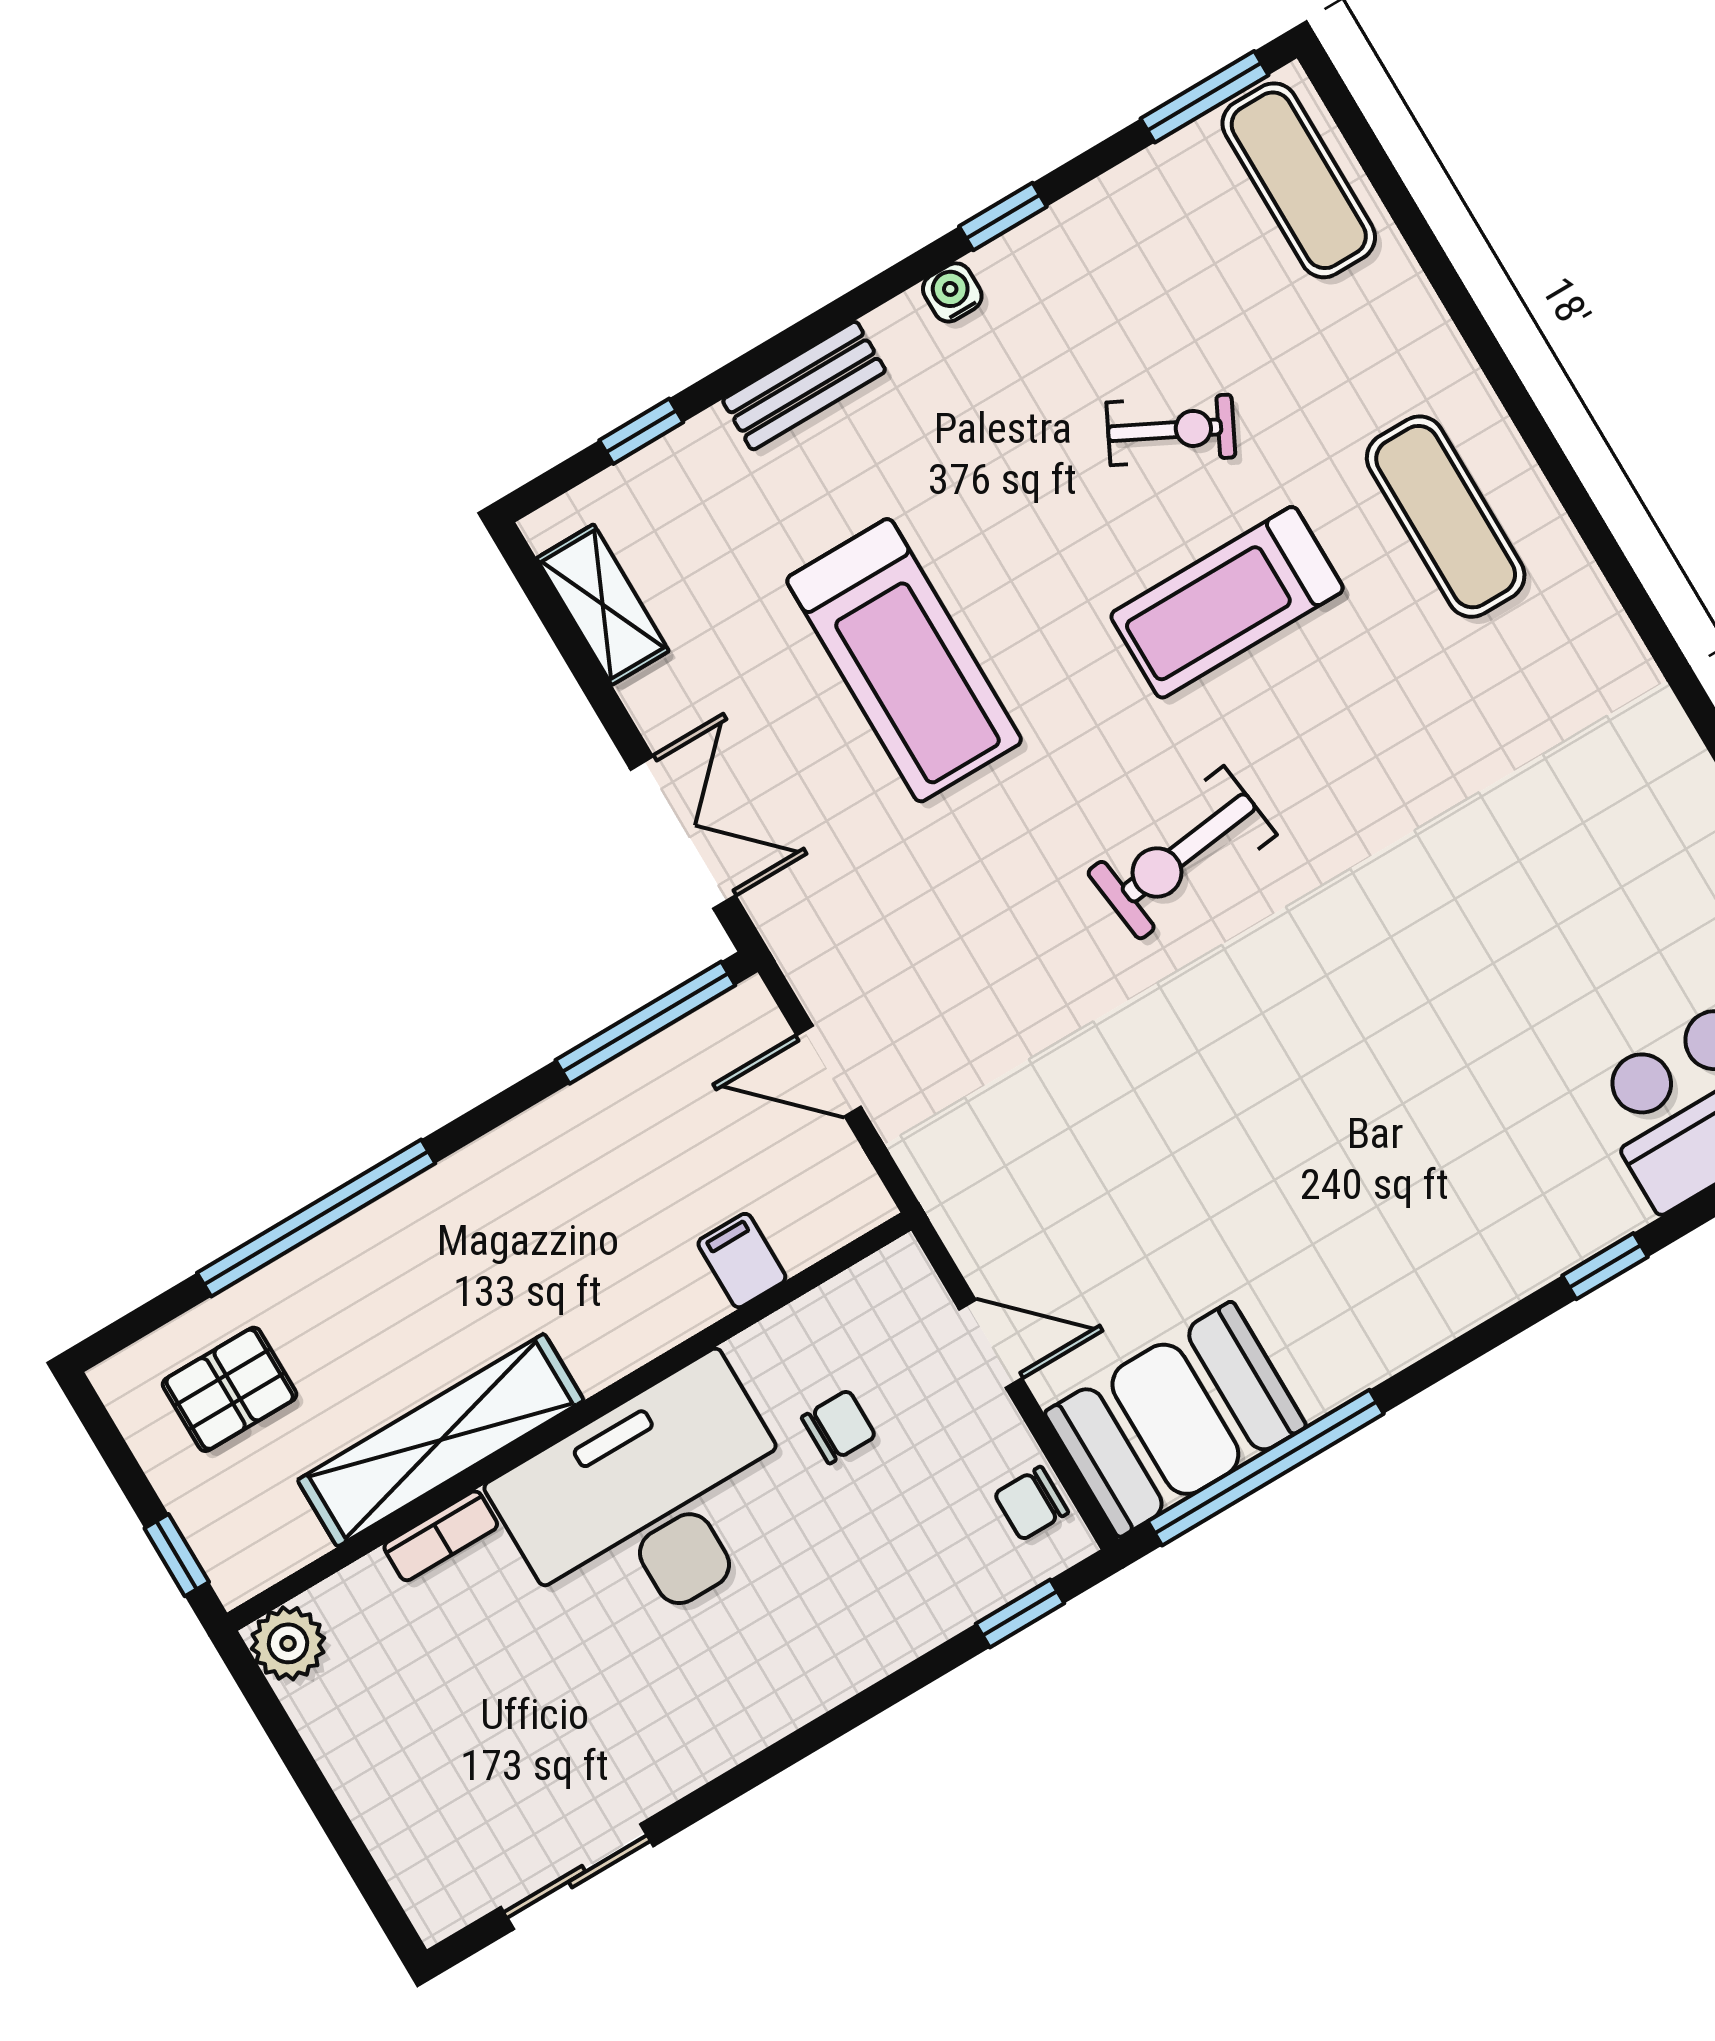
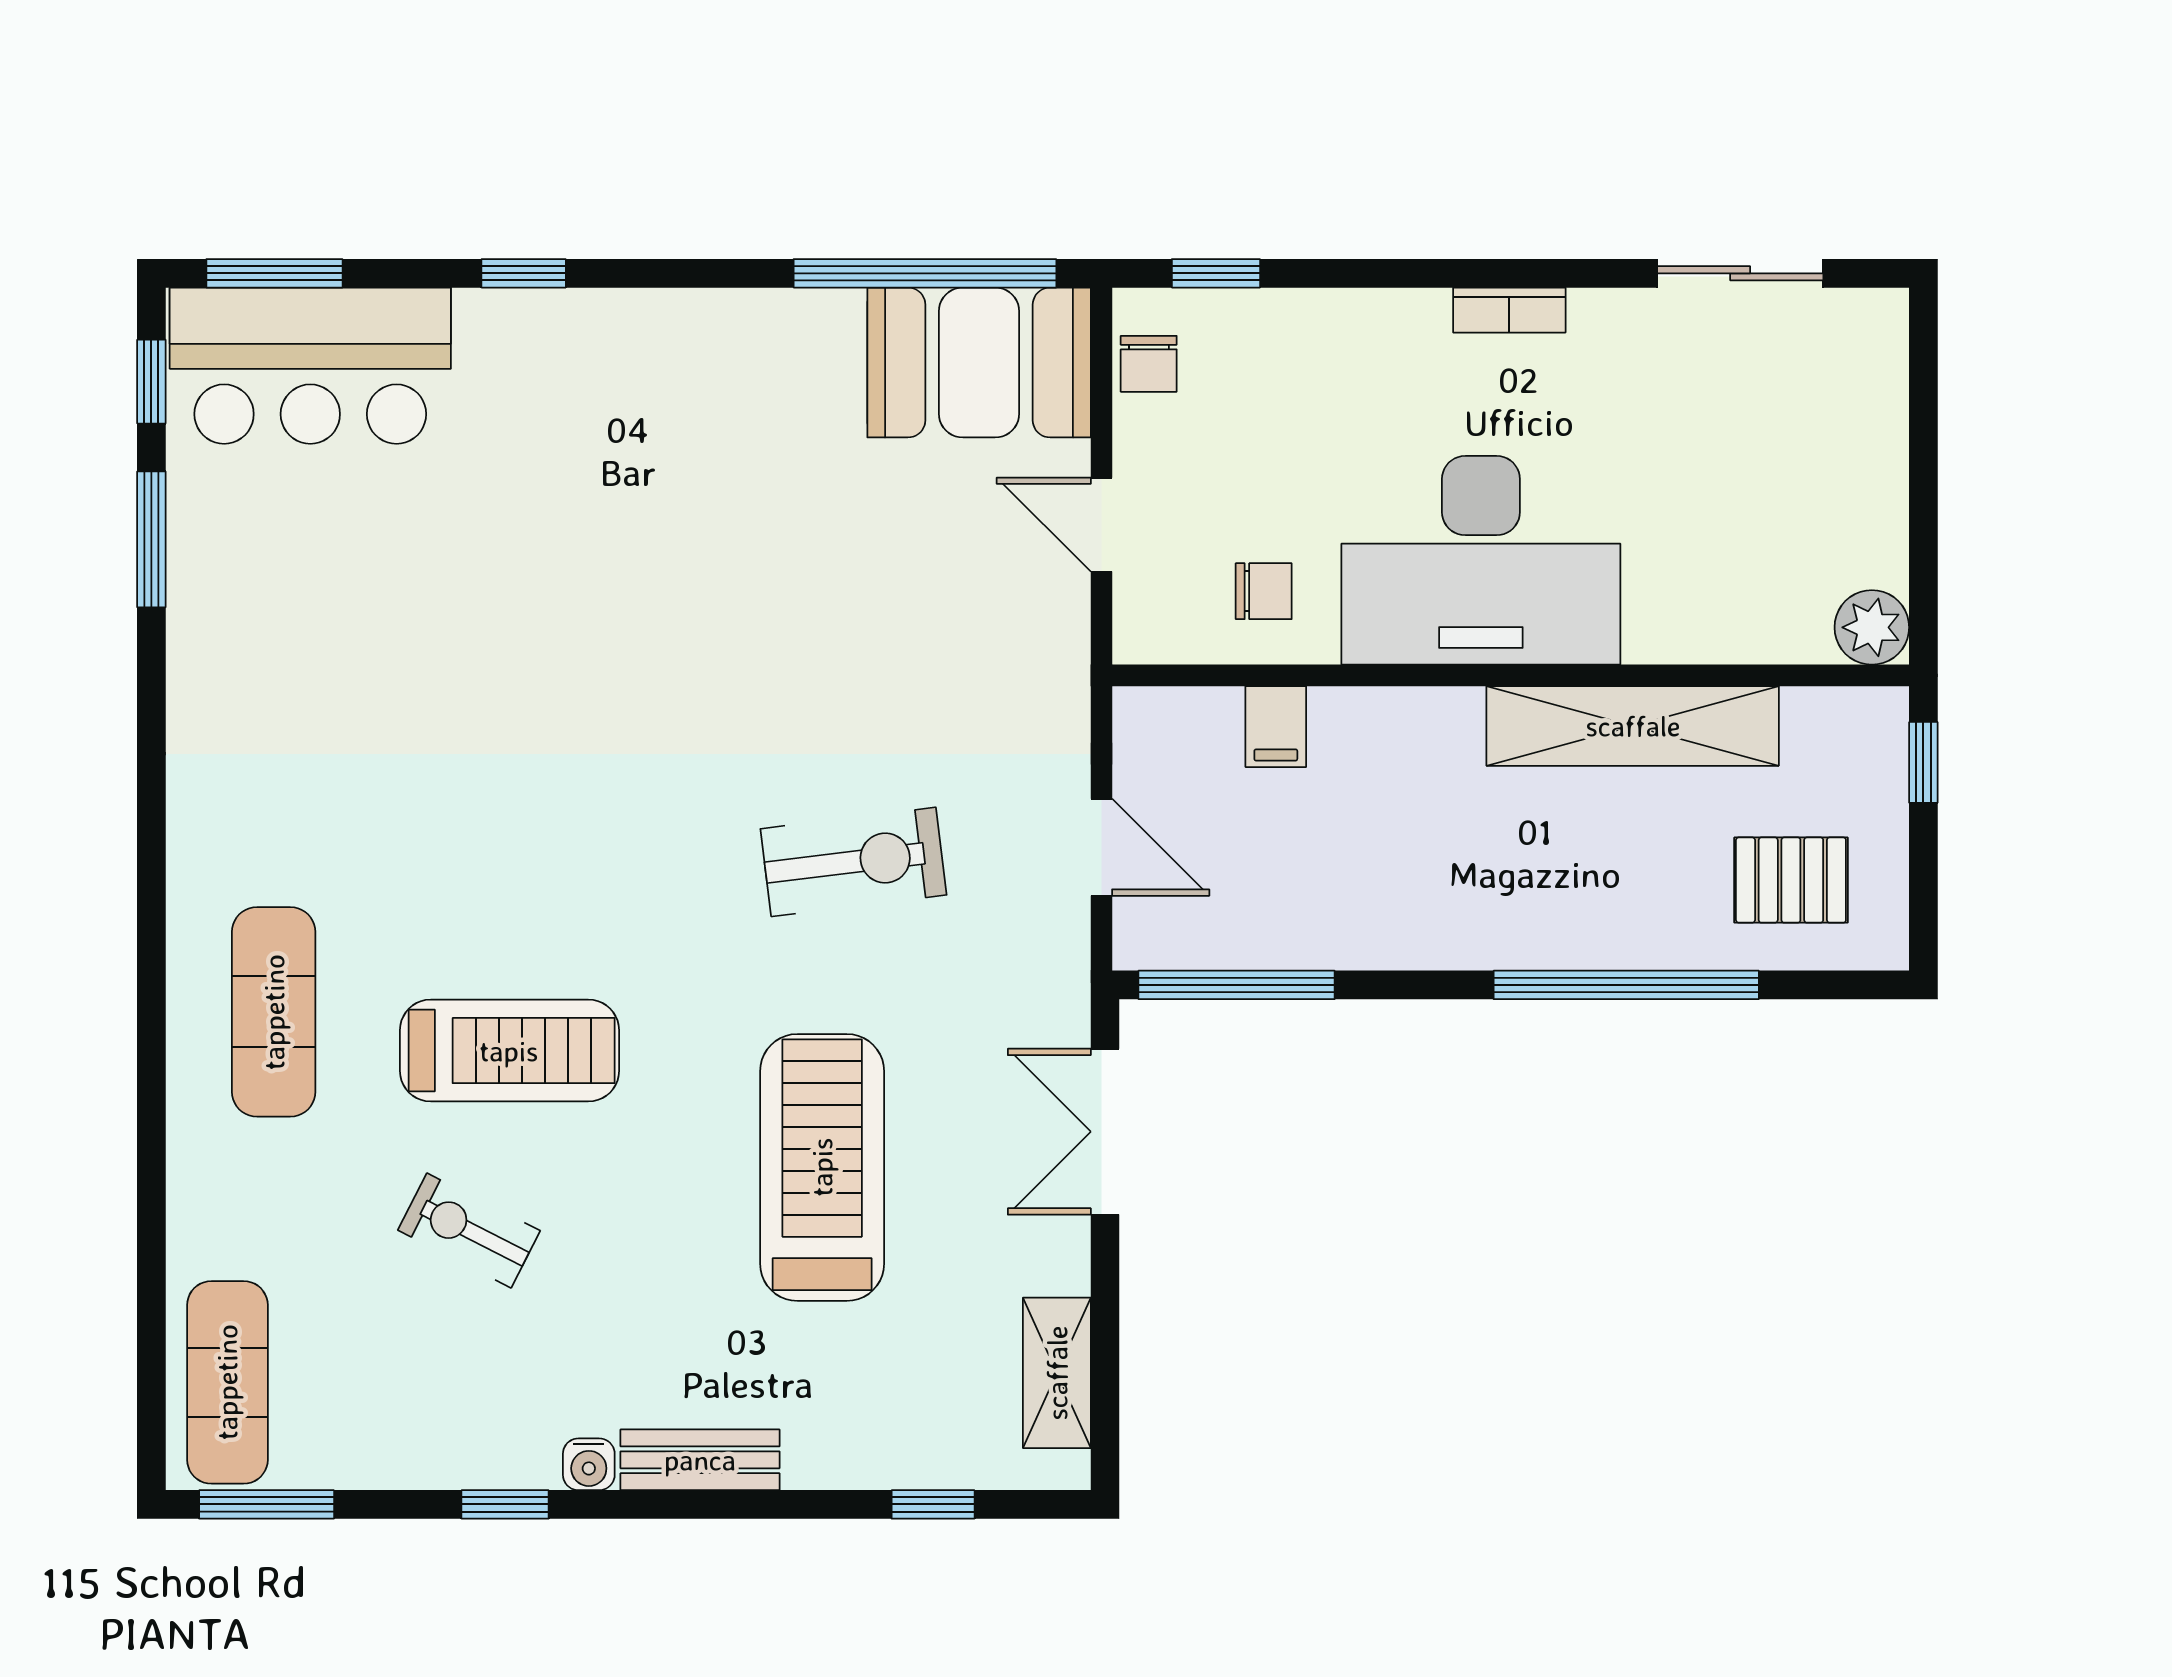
bench: (804, 386) -> (700, 1460), moved
exercise bike: (1182, 853) -> (854, 862), moved
chair: (839, 1427) -> (1264, 591), moved, turned 180
chair: (1031, 1503) -> (1149, 364), turned 90
bookcase: (441, 1536) -> (1509, 310), moved, turned 180

